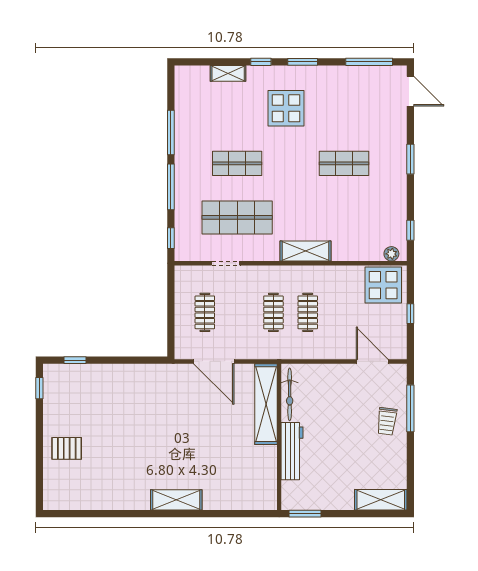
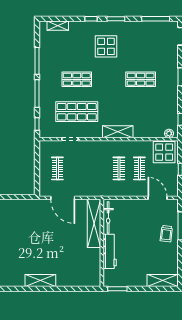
shelving: (228, 73) -> (58, 26), moved
clothes rail: (273, 312) -> (139, 168), moved

